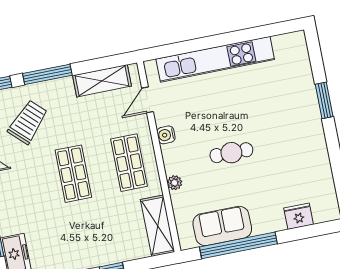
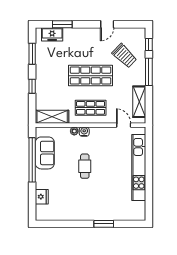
water cooler: (166, 135) -> (84, 132), moved
shop shelf: (73, 174) -> (91, 76), width x1.43, depth x1.36

